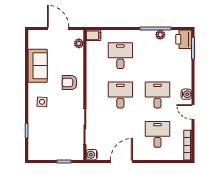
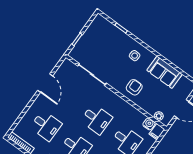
water cooler: (92, 155) -> (149, 124), moved

